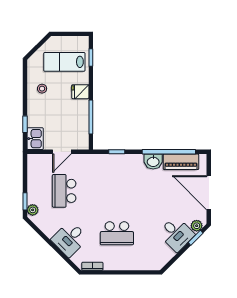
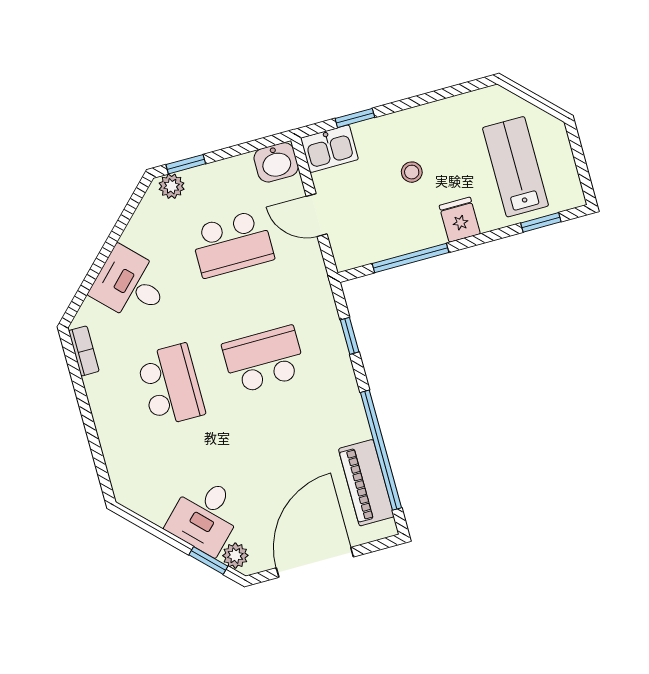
stool: (42, 89) -> (412, 172), moved
washbasin: (153, 161) -> (276, 162), moved, turned -90
school desk: (64, 191) -> (232, 244), turned 180
school desk: (117, 191) -> (264, 360), added
school desk: (117, 233) -> (171, 385), turned 180

